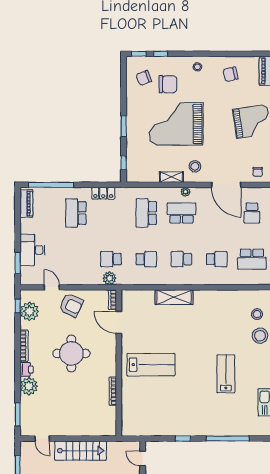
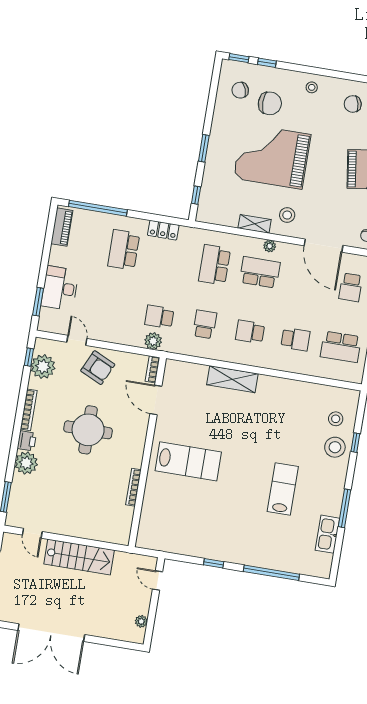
school desk: (146, 259) -> (205, 324), turned -90

